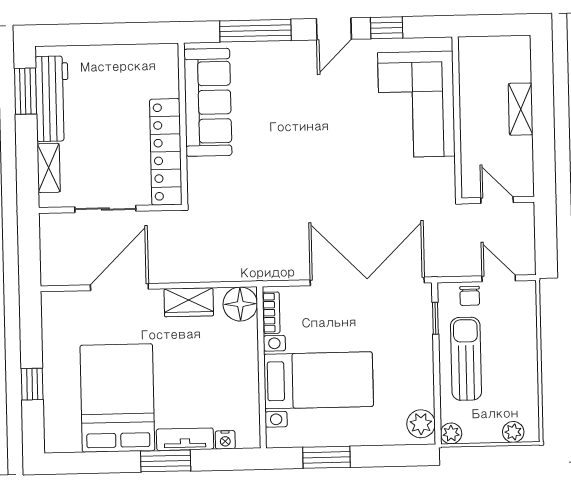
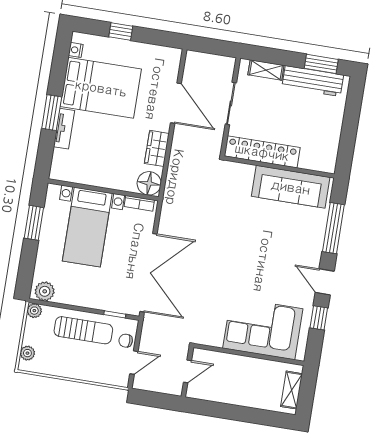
shelving: (521, 109) -> (292, 390), moved, turned 90
nightstand: (225, 440) -> (76, 50), moved

